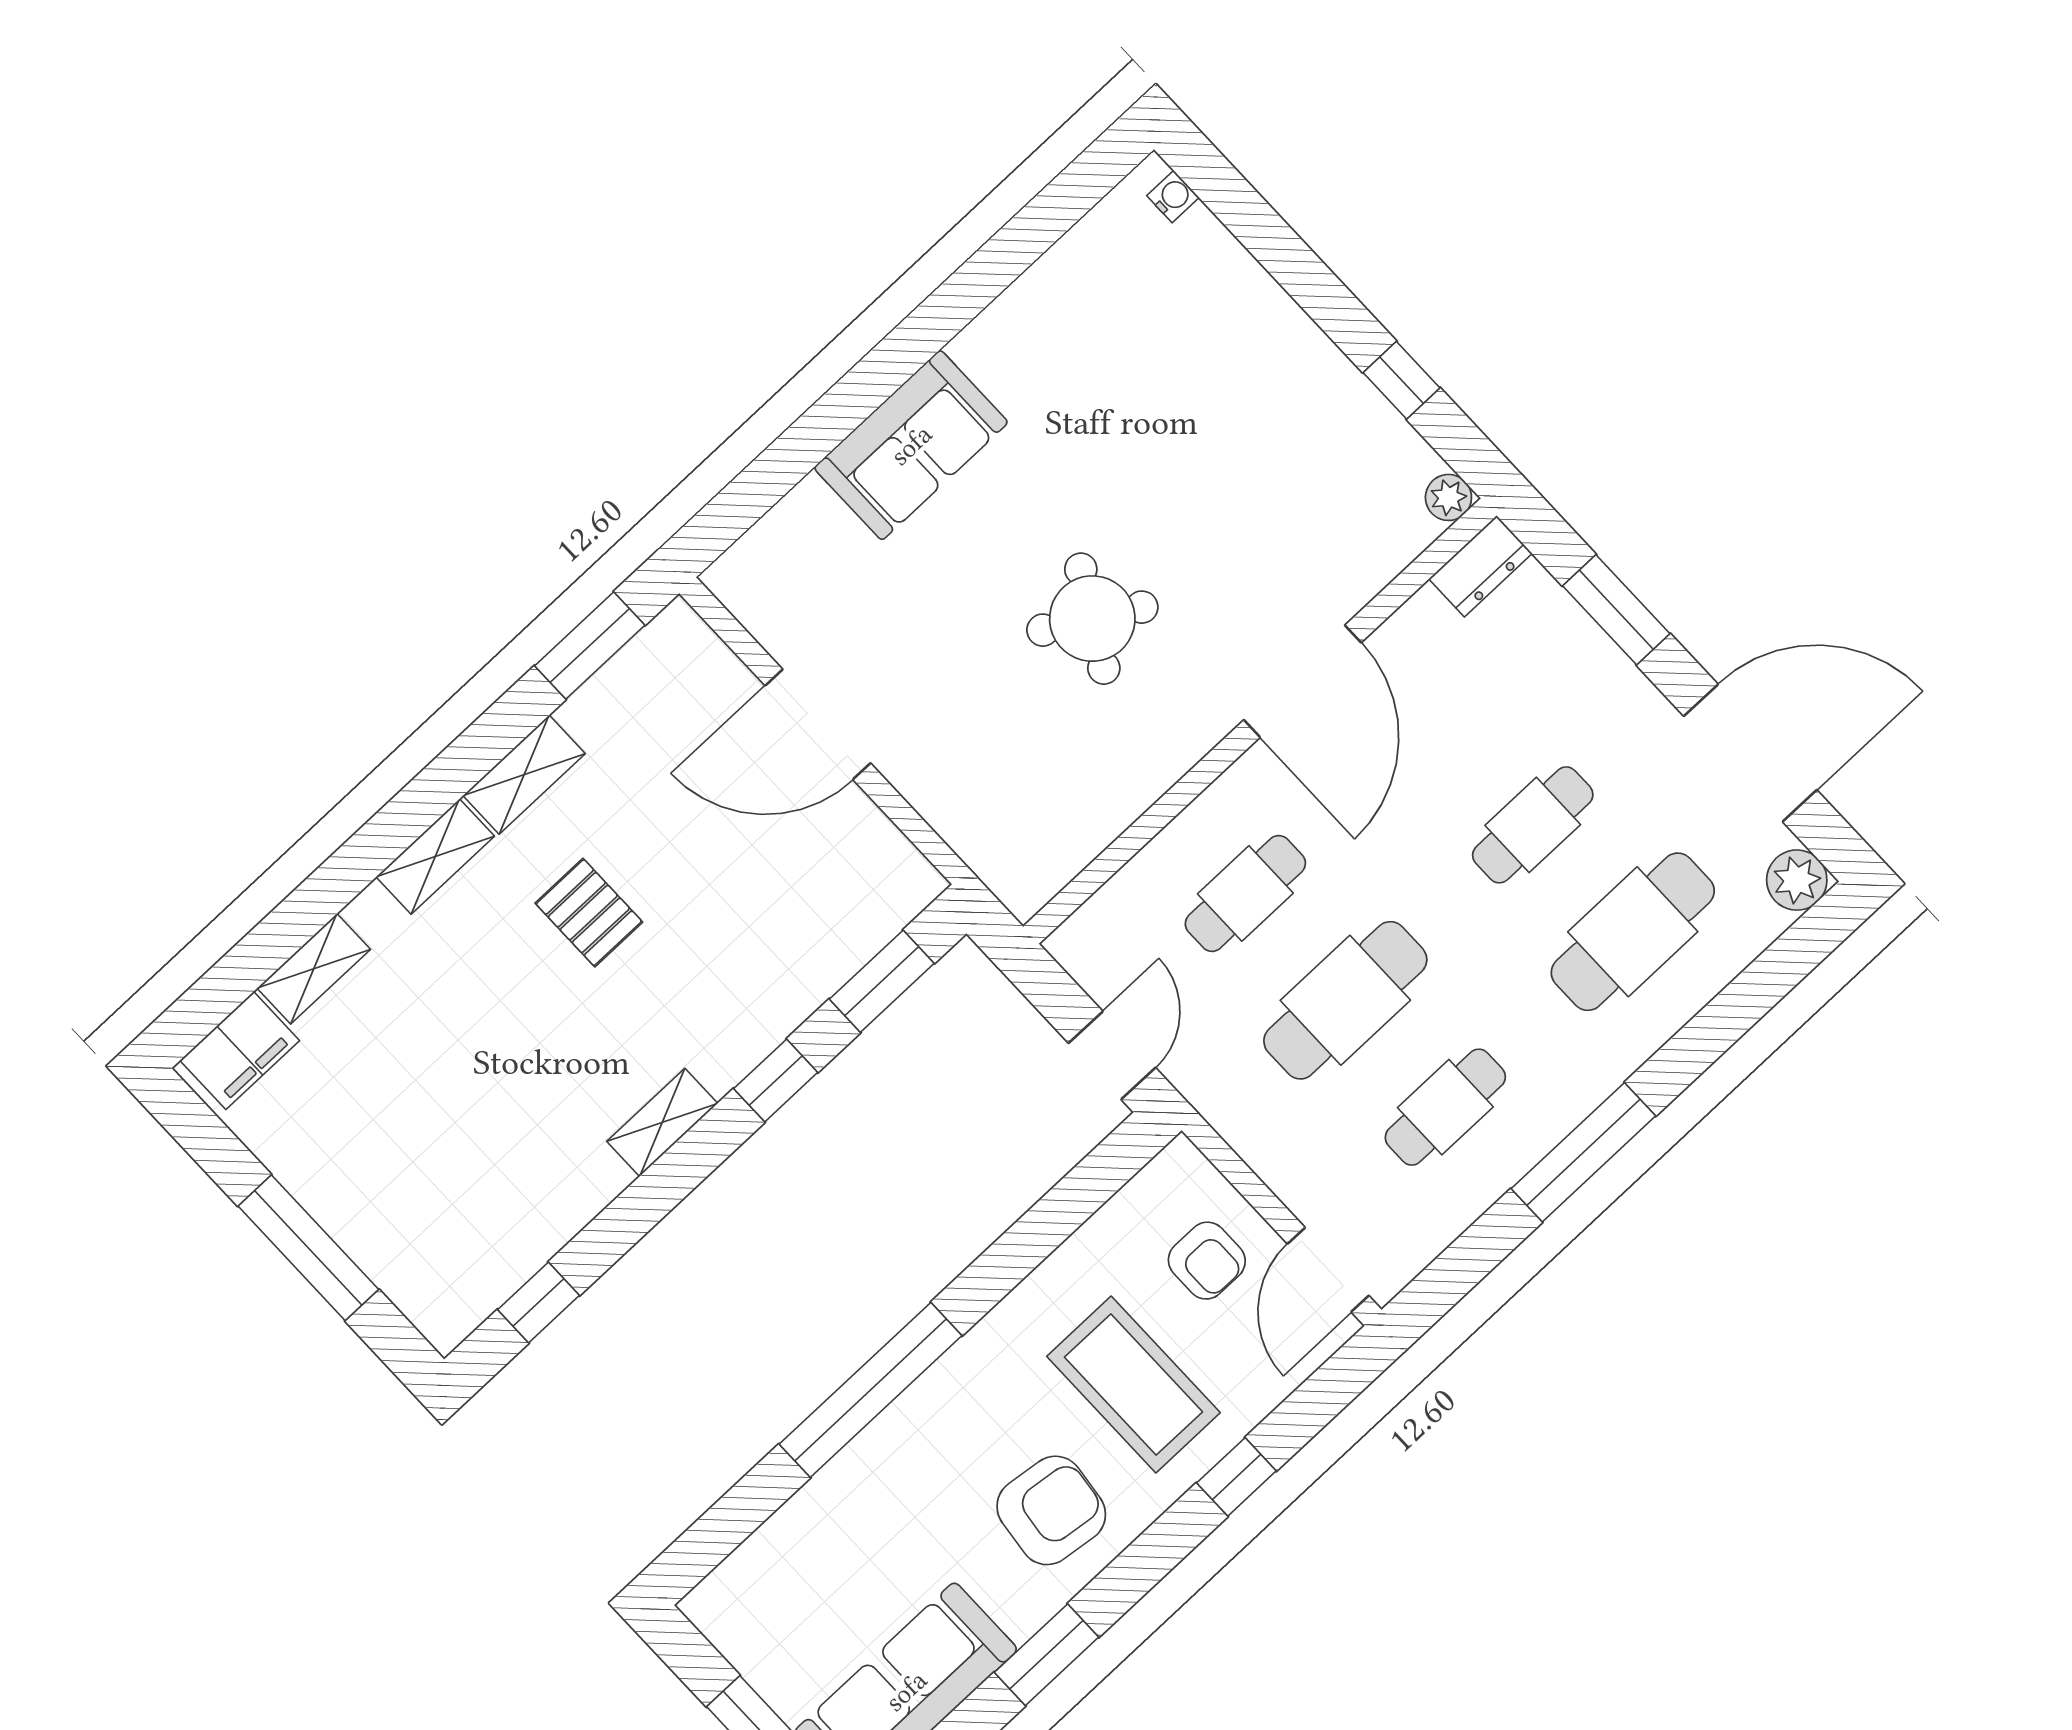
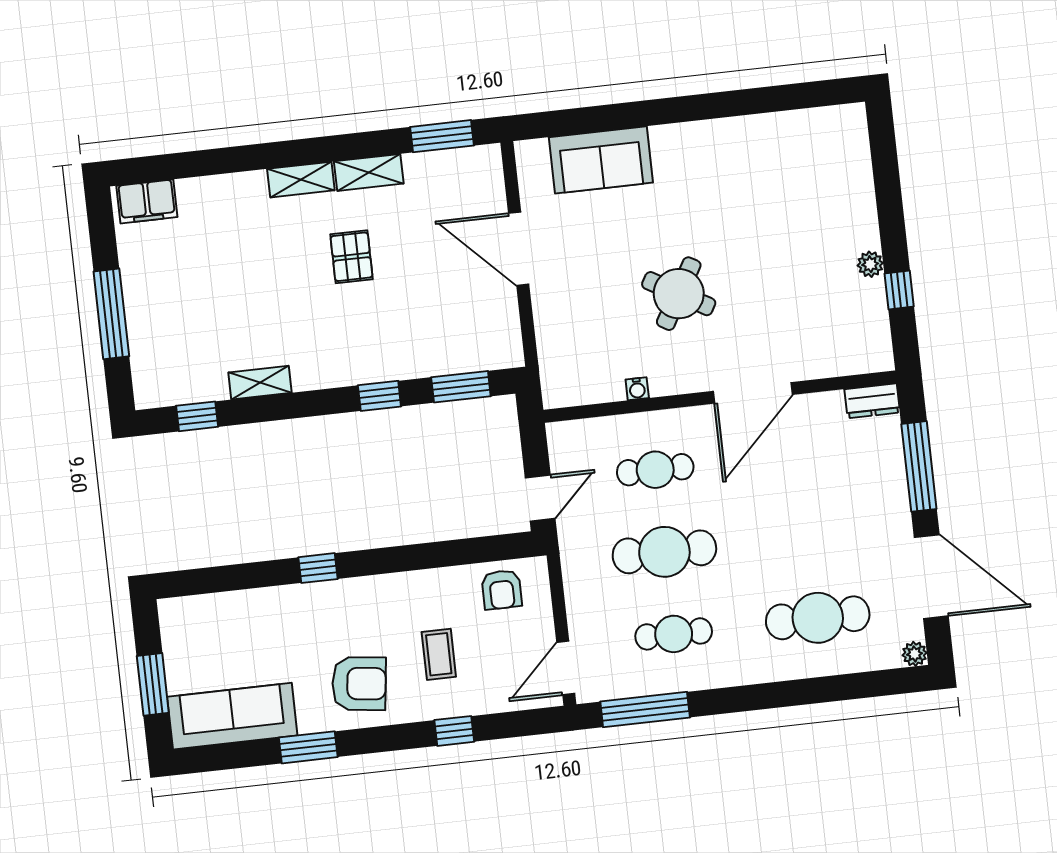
water cooler: (1173, 197) -> (637, 389), moved, turned 90
sofa: (911, 445) -> (601, 160), moved
plant: (1448, 497) -> (870, 264), moved
window: (1616, 610) -> (919, 466), width x1.44
cafe table: (1533, 825) -> (809, 536), removed
plant: (1797, 880) -> (915, 654), width x0.73, depth x0.73
shelving: (314, 969) -> (208, 189), removed
shelving: (662, 1122) -> (260, 383), moved
window: (1583, 1152) -> (645, 710), moved
armchair: (1207, 1261) -> (502, 590), moved
coffee table: (1133, 1385) -> (439, 654), width x0.54, depth x0.58
window: (871, 1390) -> (318, 568), width x0.32

